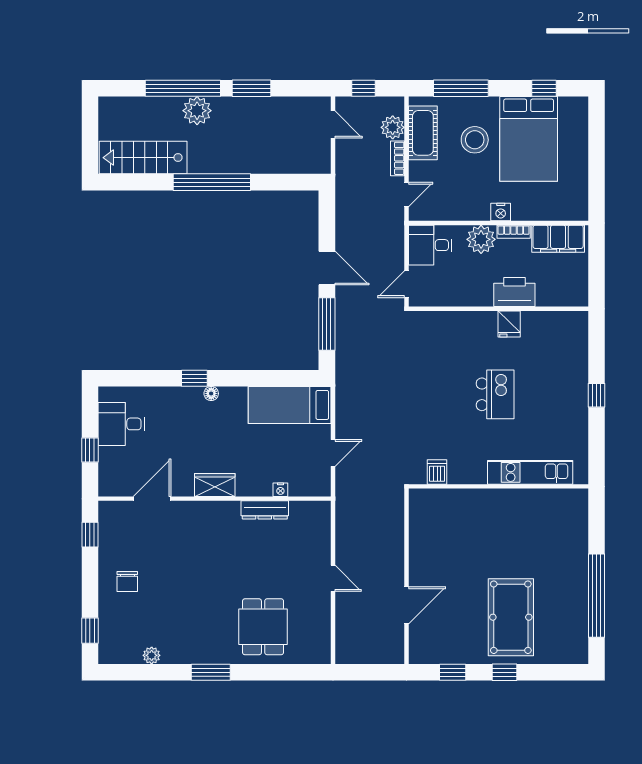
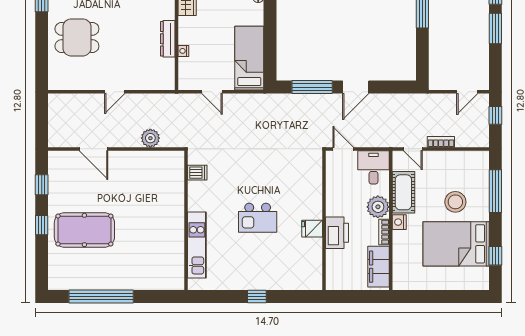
plant: (393, 127) -> (150, 138), moved
cot: (423, 133) -> (403, 192), moved, turned 90

